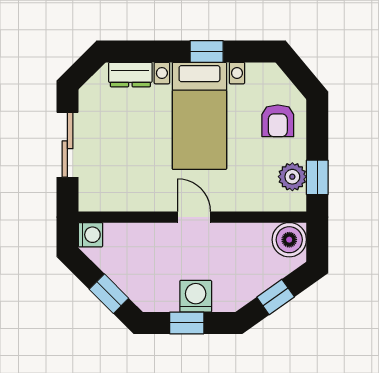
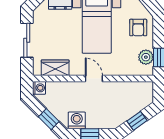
wardrobe: (121, 197) -> (55, 68), added
boiler: (289, 240) -> (144, 90), removed
washing machine: (196, 296) -> (77, 120), moved

